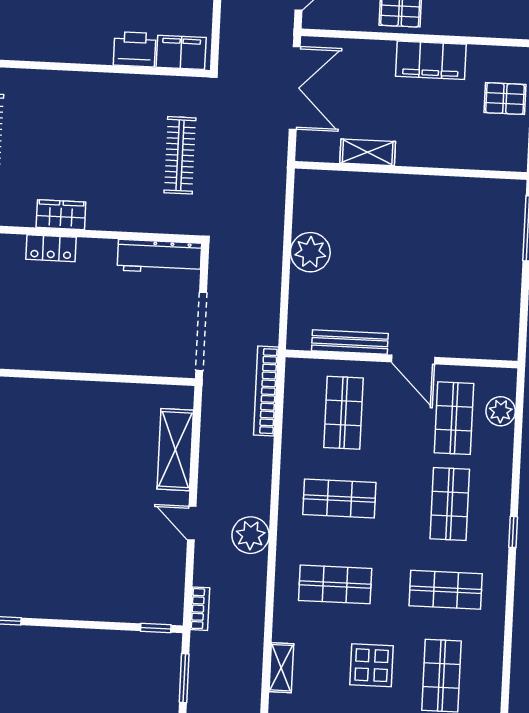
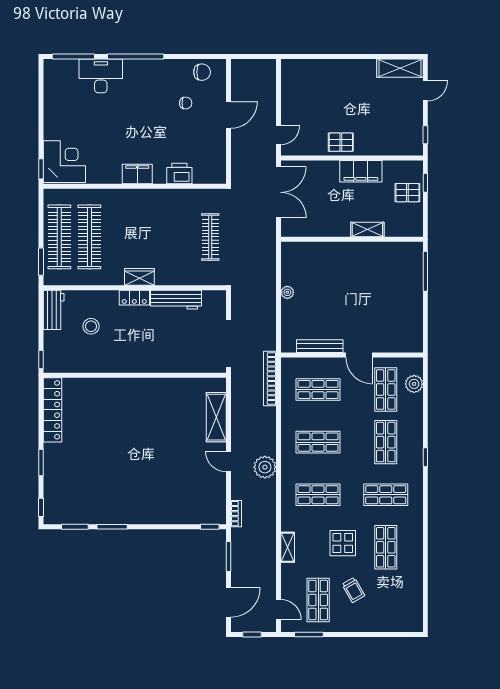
filing cabinet: (181, 52) -> (137, 174), moved
shelving: (368, 152) -> (367, 230), moved
plant: (310, 252) -> (287, 292), width x0.53, depth x0.53
workbench: (159, 257) -> (176, 300), moved
shop shelf: (344, 413) -> (318, 390), turned 90

